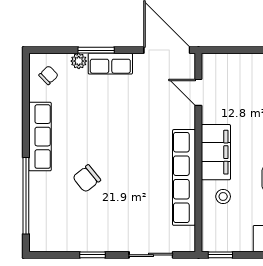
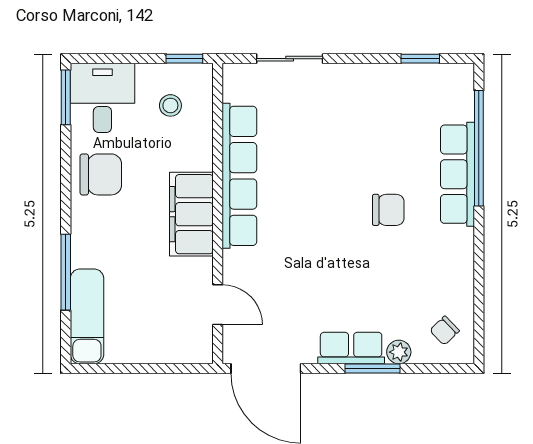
row of seats: (40, 137) -> (458, 174), moved
chair: (87, 179) -> (388, 210), moved, turned 39
stool: (223, 197) -> (170, 105), moved
window: (92, 255) -> (420, 59), moved

